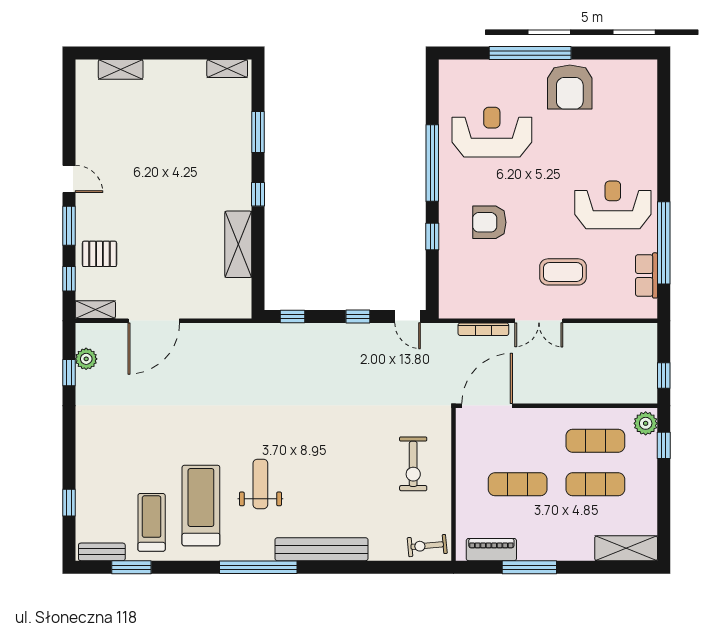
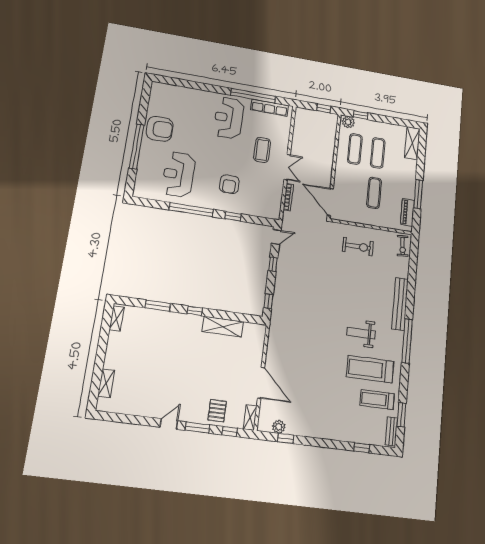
row of seats: (647, 275) -> (270, 108), width x1.48

